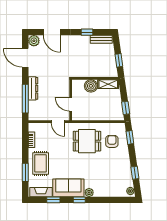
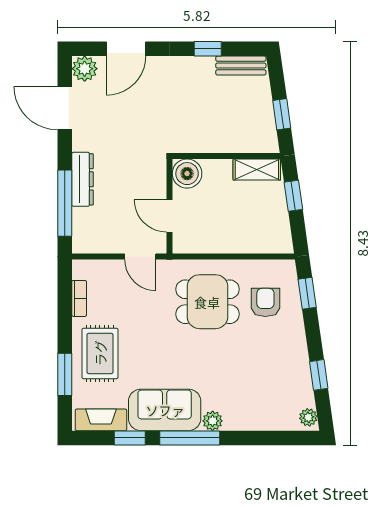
door: (52, 32) -> (126, 49), hinge flipped
boiler: (91, 86) -> (187, 174), moved
window: (126, 108) -> (293, 196), moved
window: (79, 200) -> (190, 438), width x2.17

